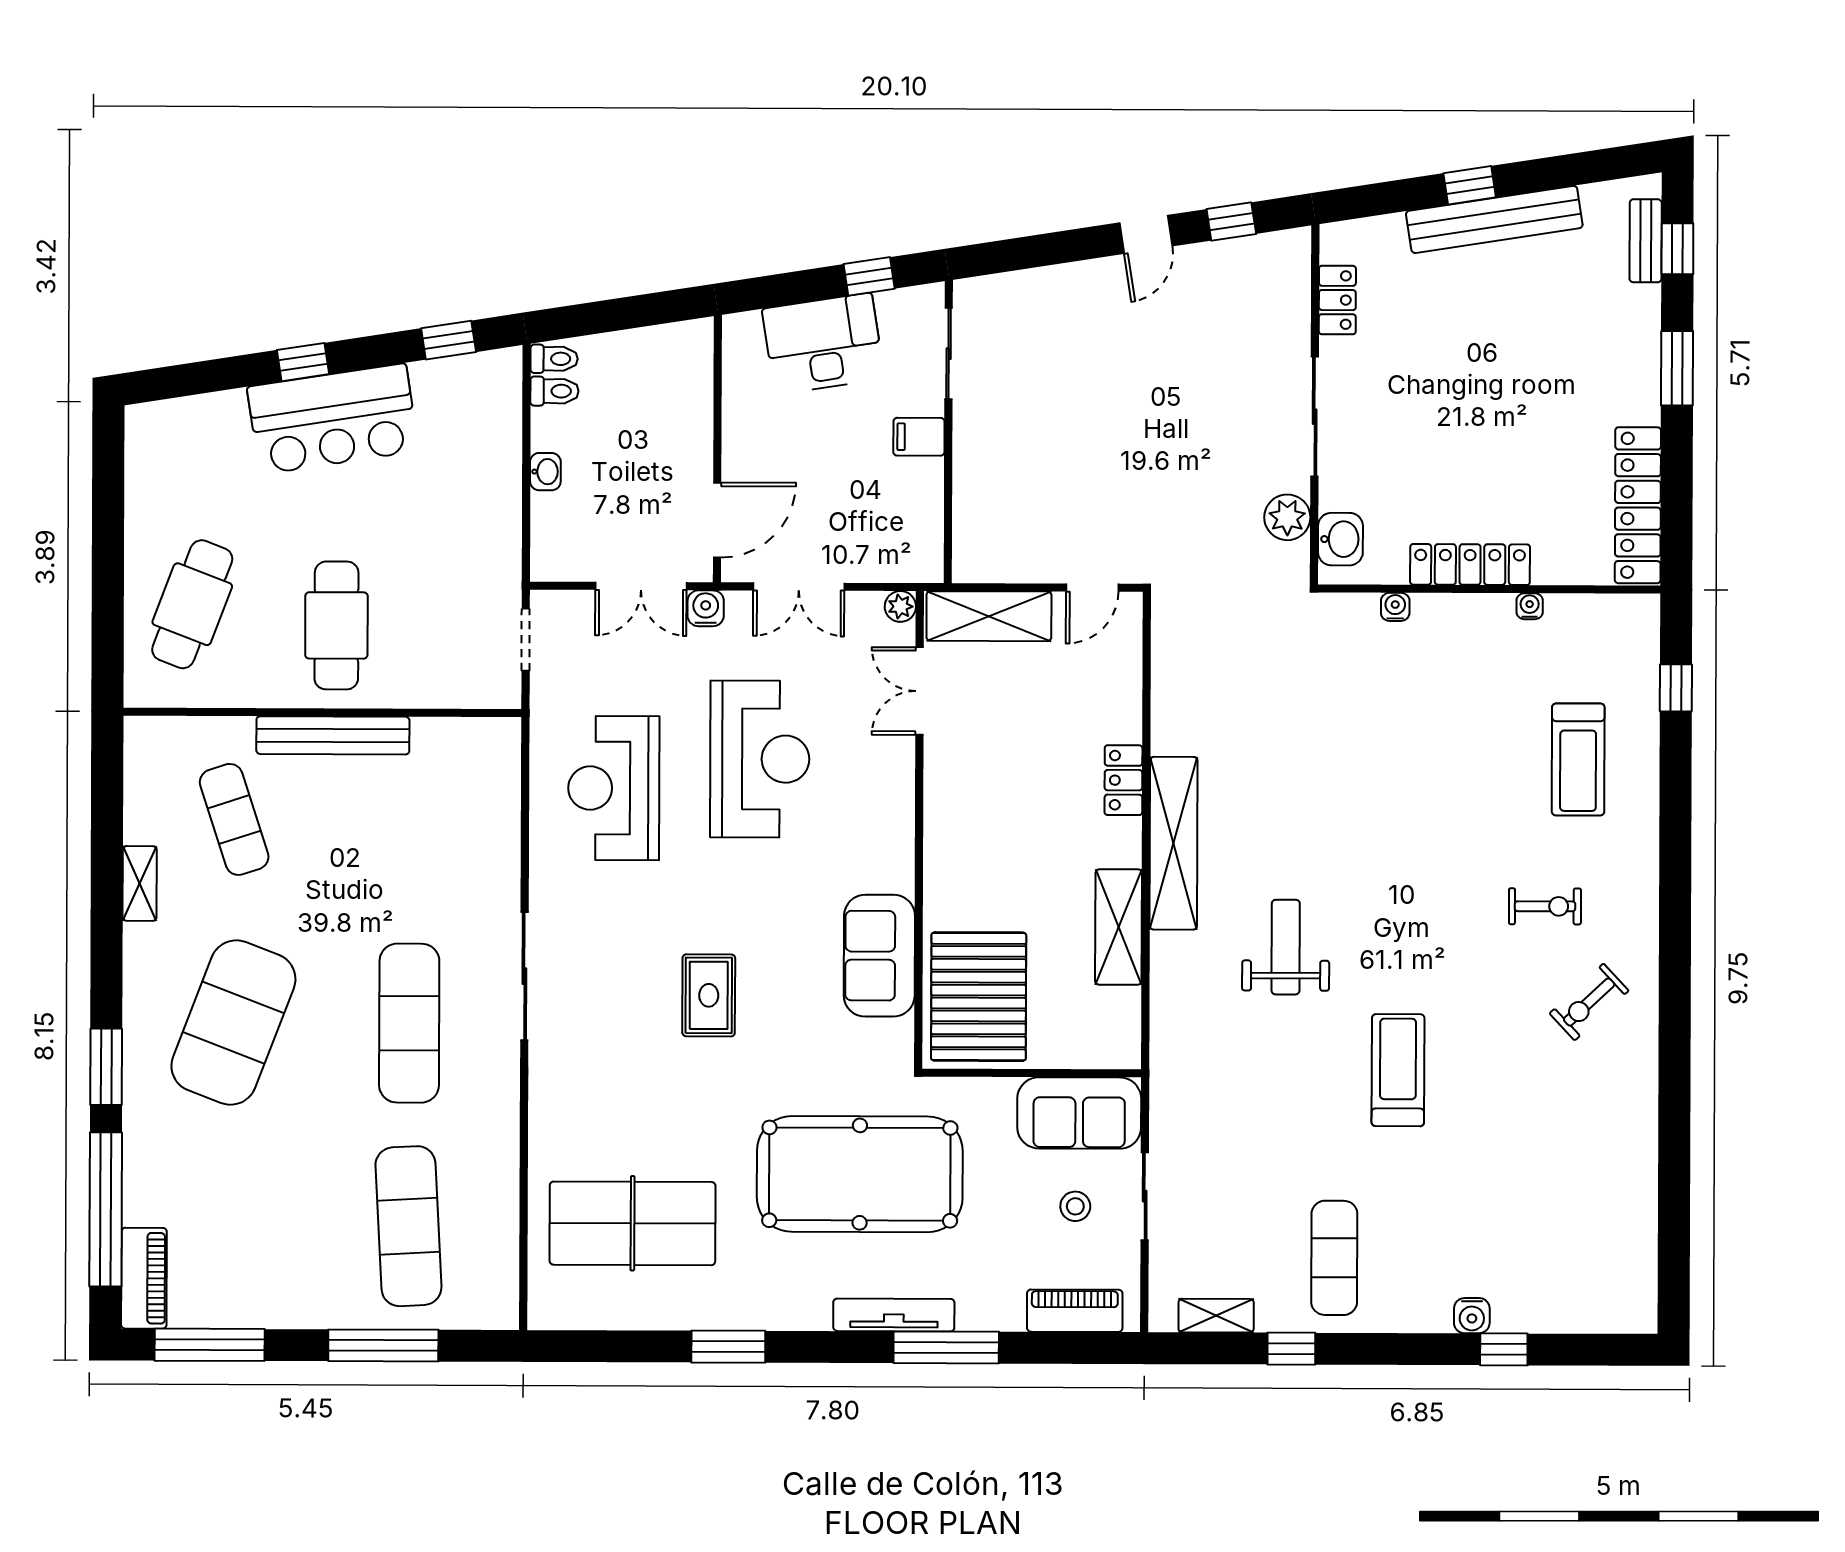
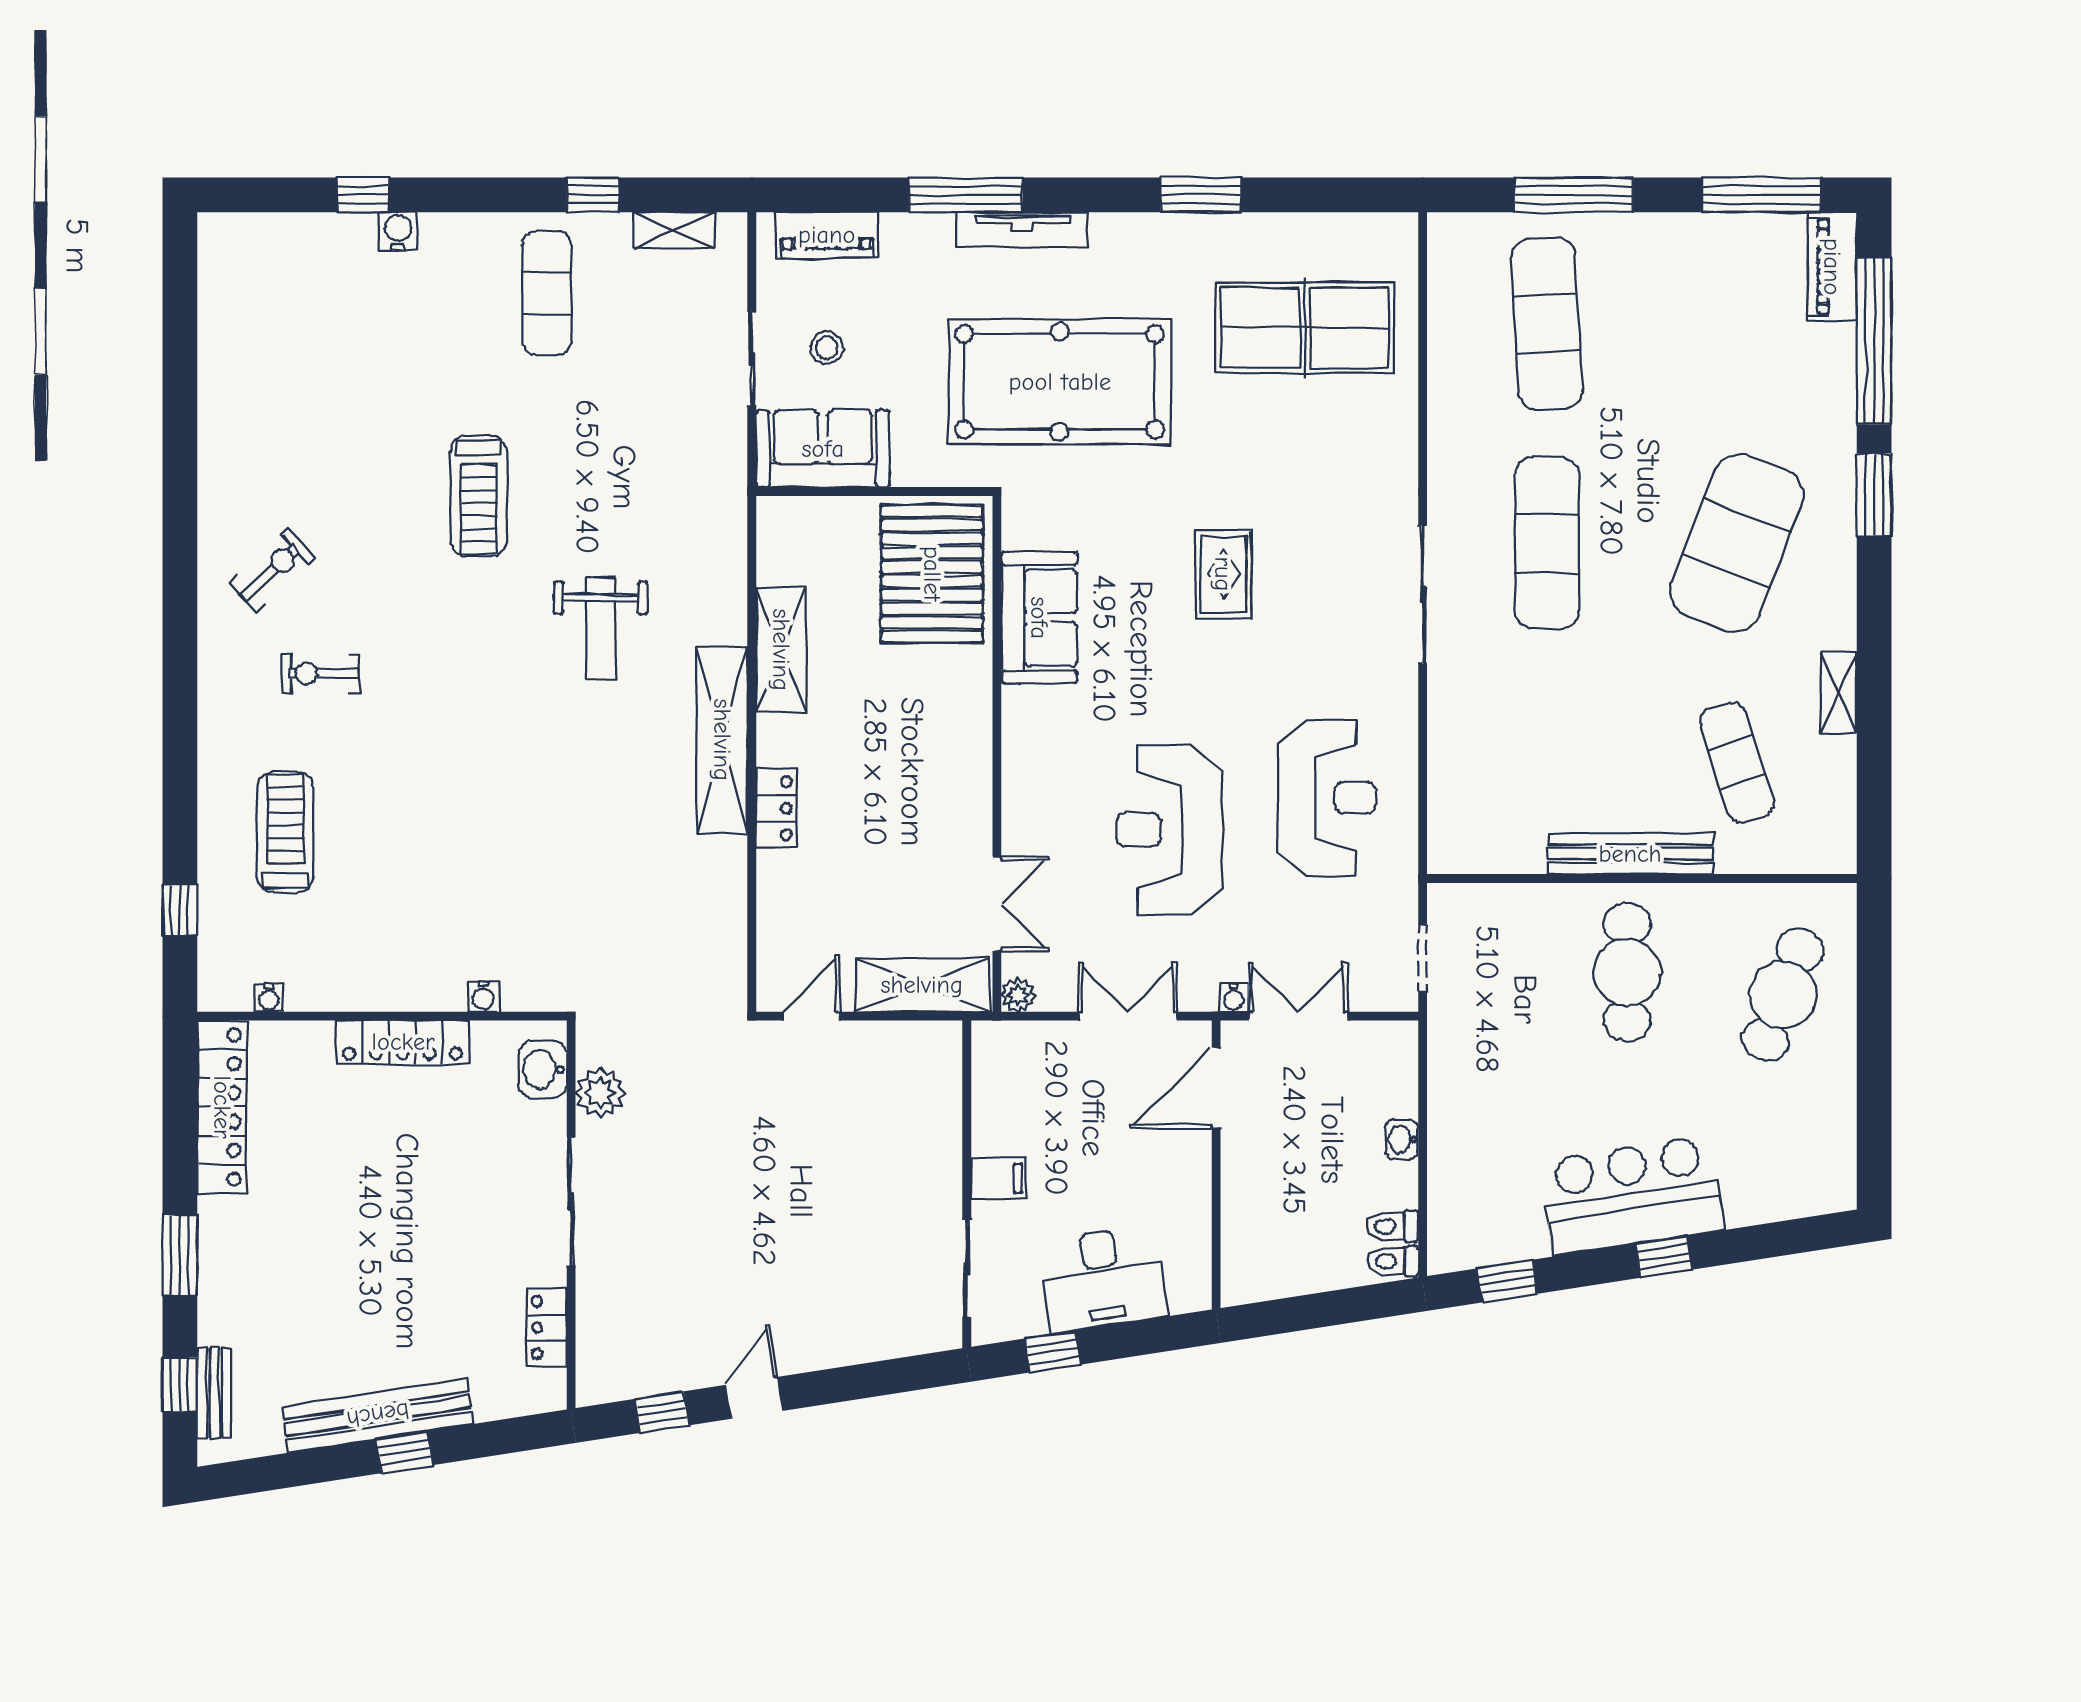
water cooler: (1530, 606) -> (269, 998), moved
water cooler: (706, 608) -> (1234, 998), width x0.72, depth x0.72

